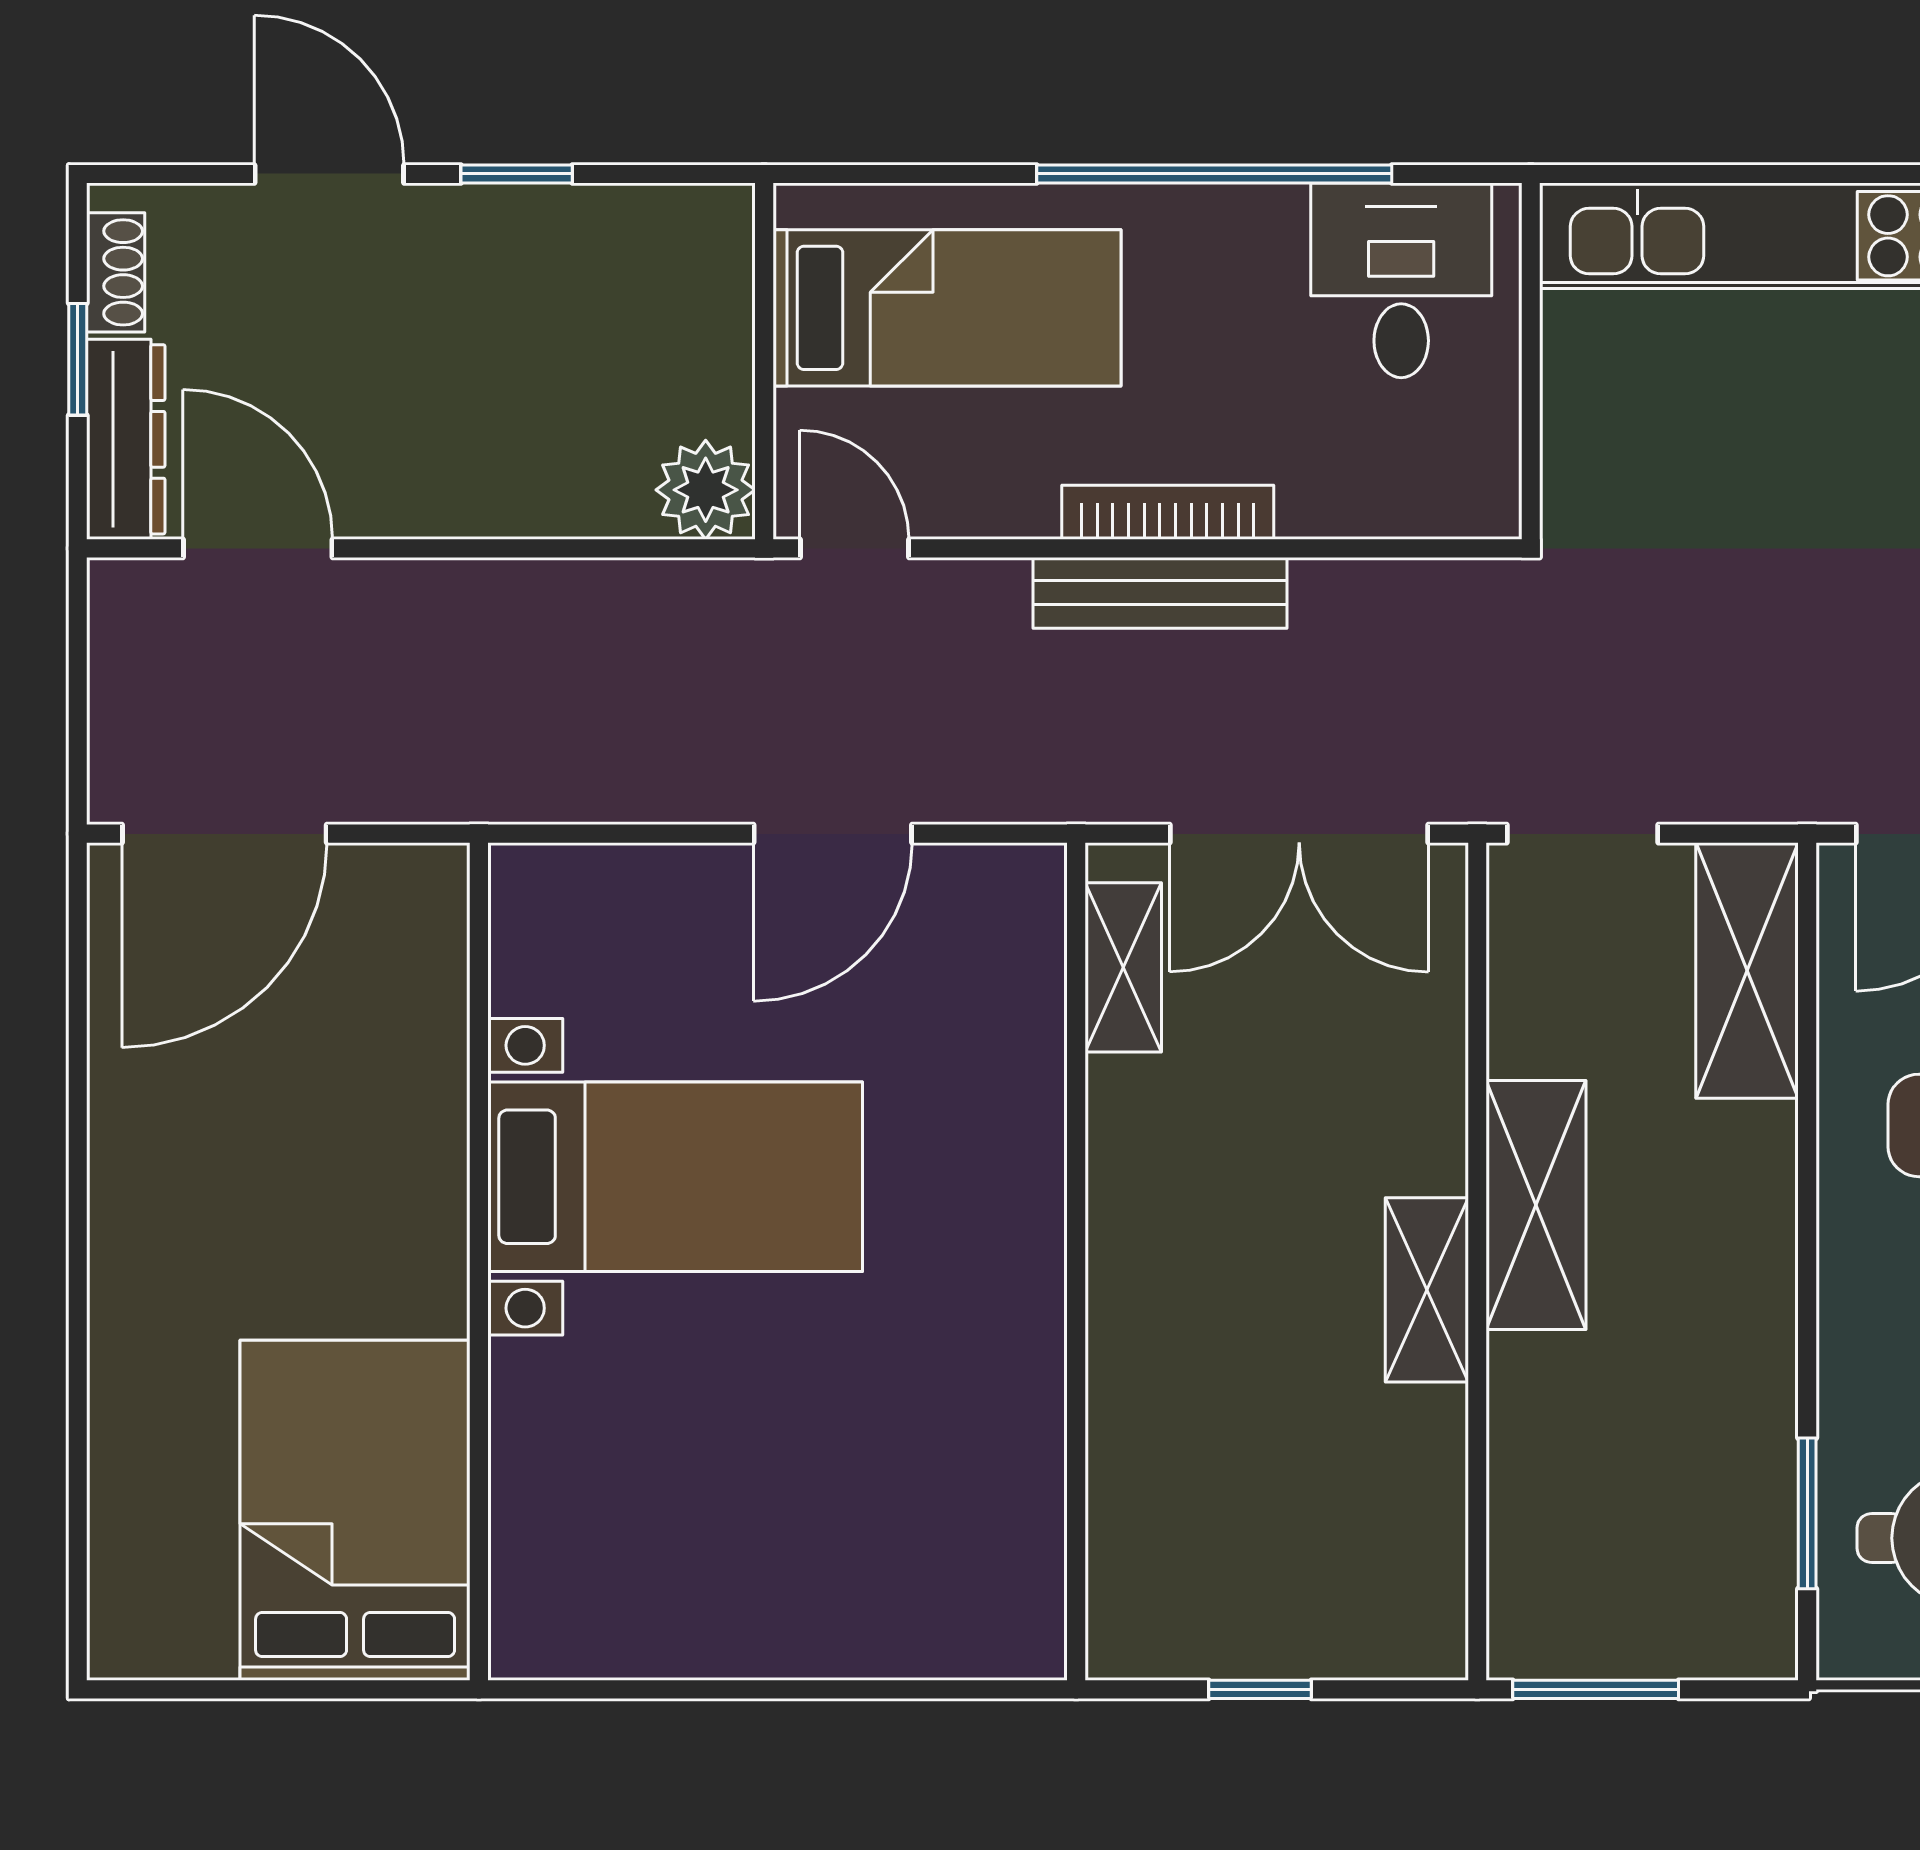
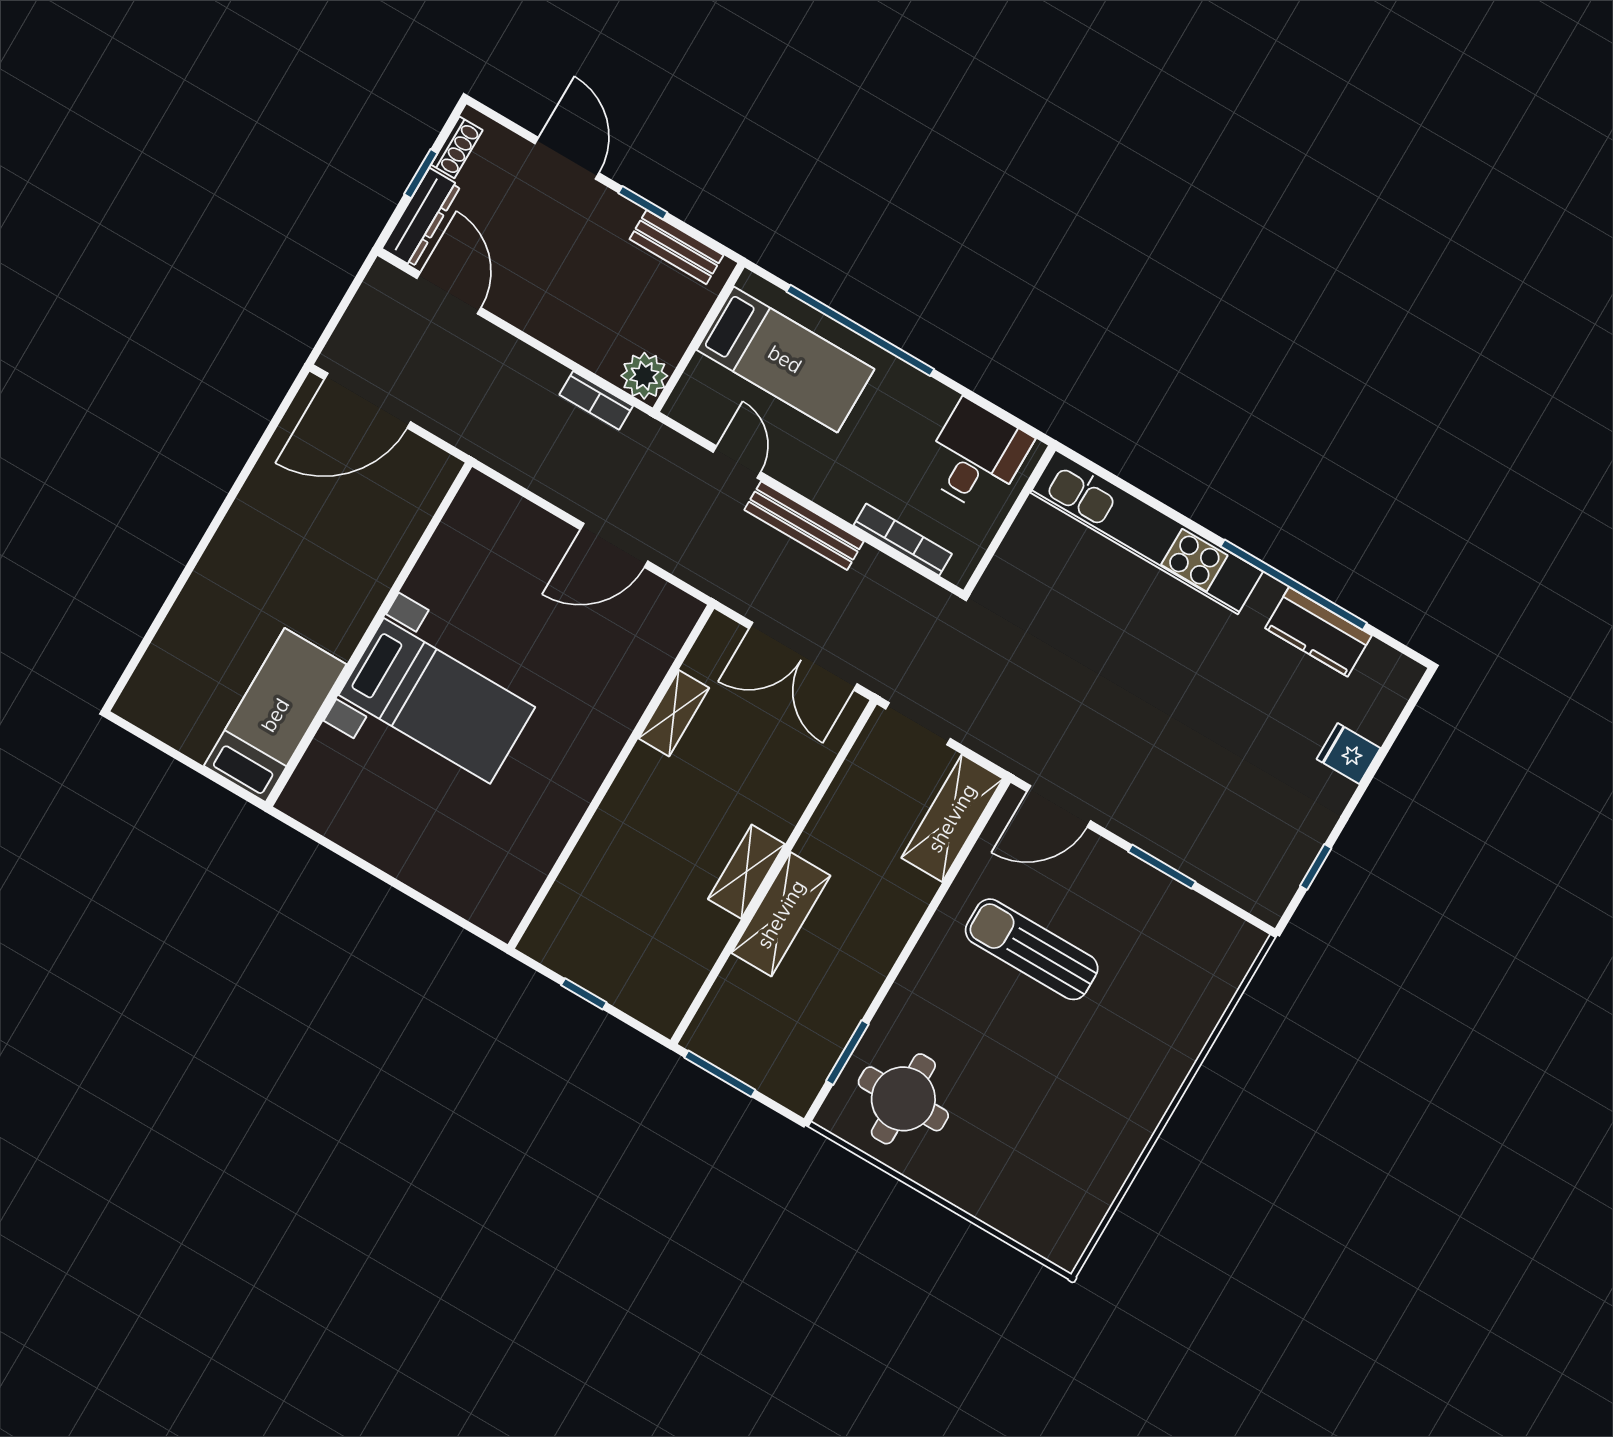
window: (1214, 174) -> (860, 330), moved
bench: (626, 219) -> (676, 247), added
bookcase: (1168, 512) -> (903, 540), moved
door: (855, 548) -> (737, 462), moved
bookcase: (643, 587) -> (596, 400), added
shelving: (1123, 967) -> (674, 713), moved
bed with nightstands: (675, 1177) -> (437, 701), moved
shelving: (1536, 1205) -> (781, 914), moved
bed: (355, 1510) -> (275, 715), width x0.67

